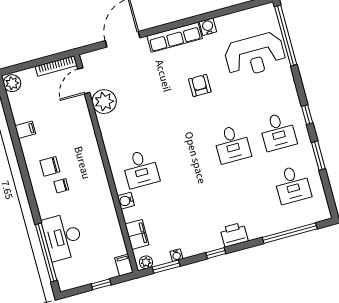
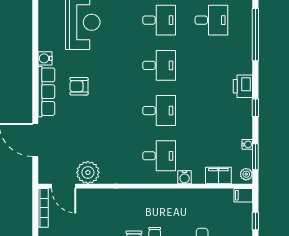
armchair: (200, 85) -> (79, 86), moved
desk: (186, 156) -> (159, 111), added

